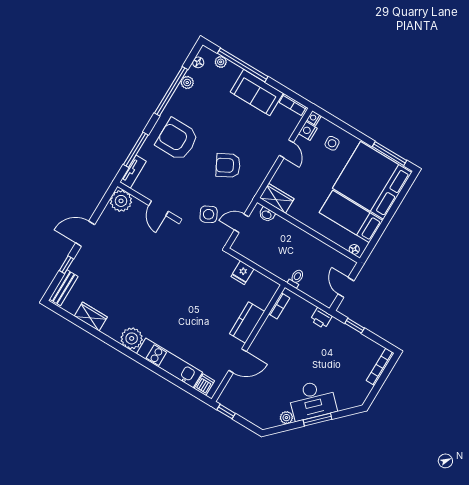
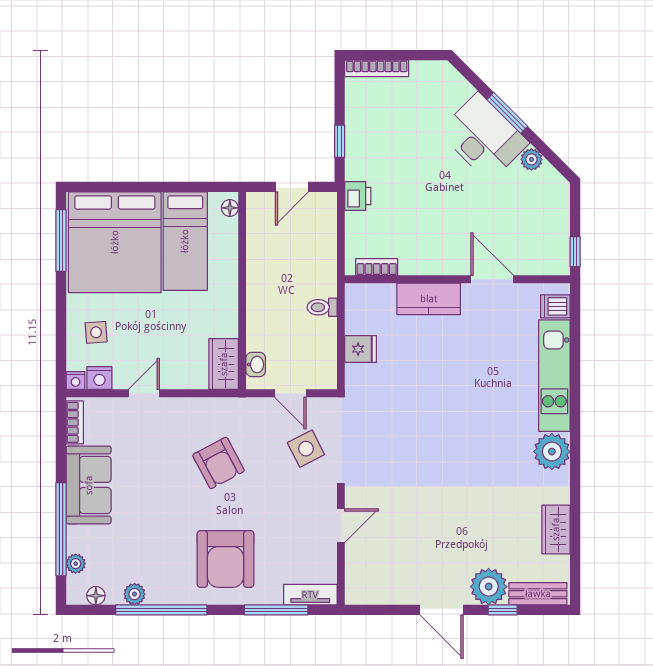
plant: (121, 201) -> (489, 587), moved
toilet: (296, 278) -> (322, 307), moved

